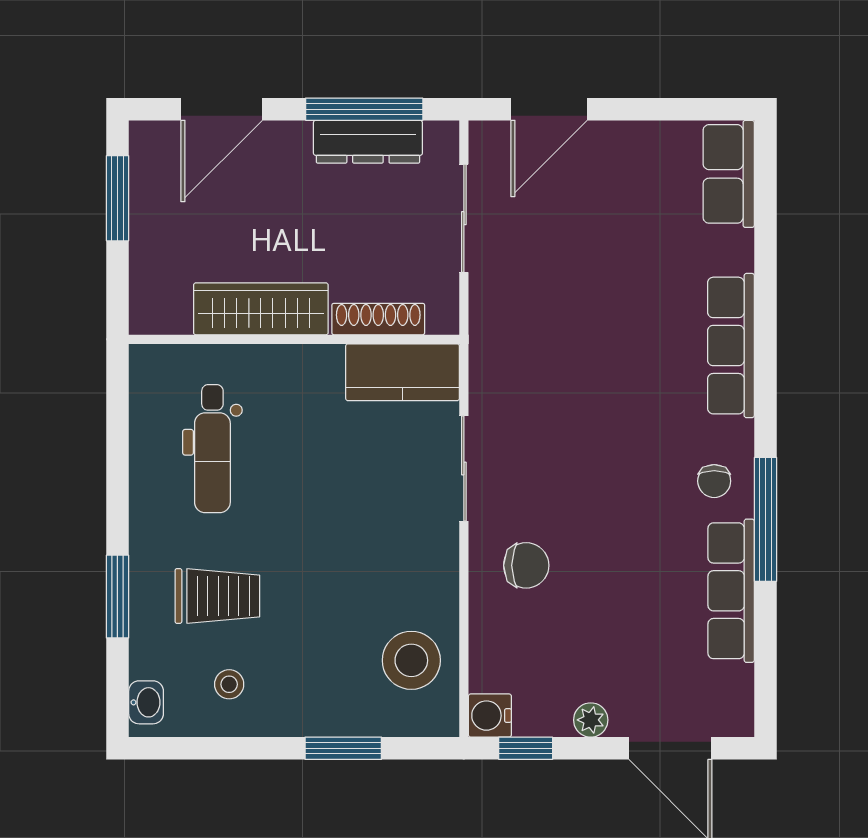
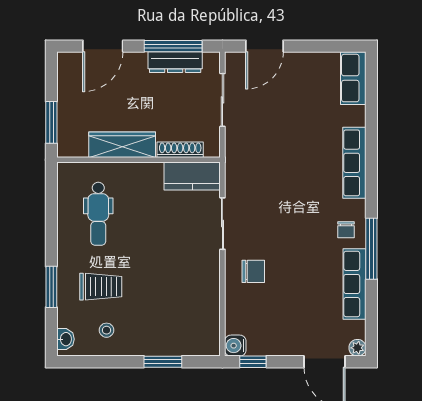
window: (117, 198) -> (51, 122), moved
stool: (411, 660) -> (196, 318), removed
plant: (591, 720) -> (357, 348), moved

